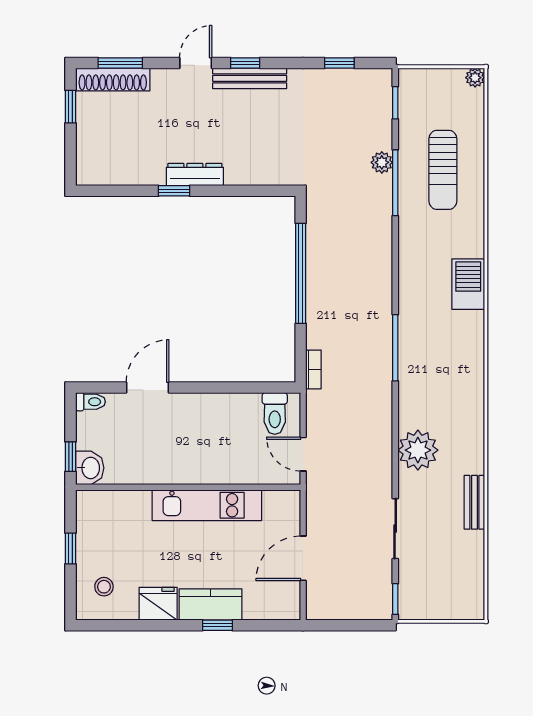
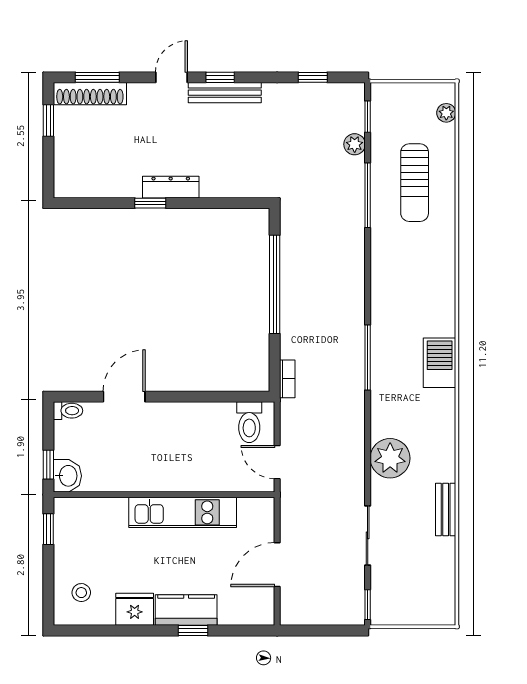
plant: (475, 78) -> (446, 113), moved
plant: (382, 162) -> (355, 144), moved
barbecue: (468, 284) -> (440, 363), moved
window: (71, 549) -> (48, 529), moved

